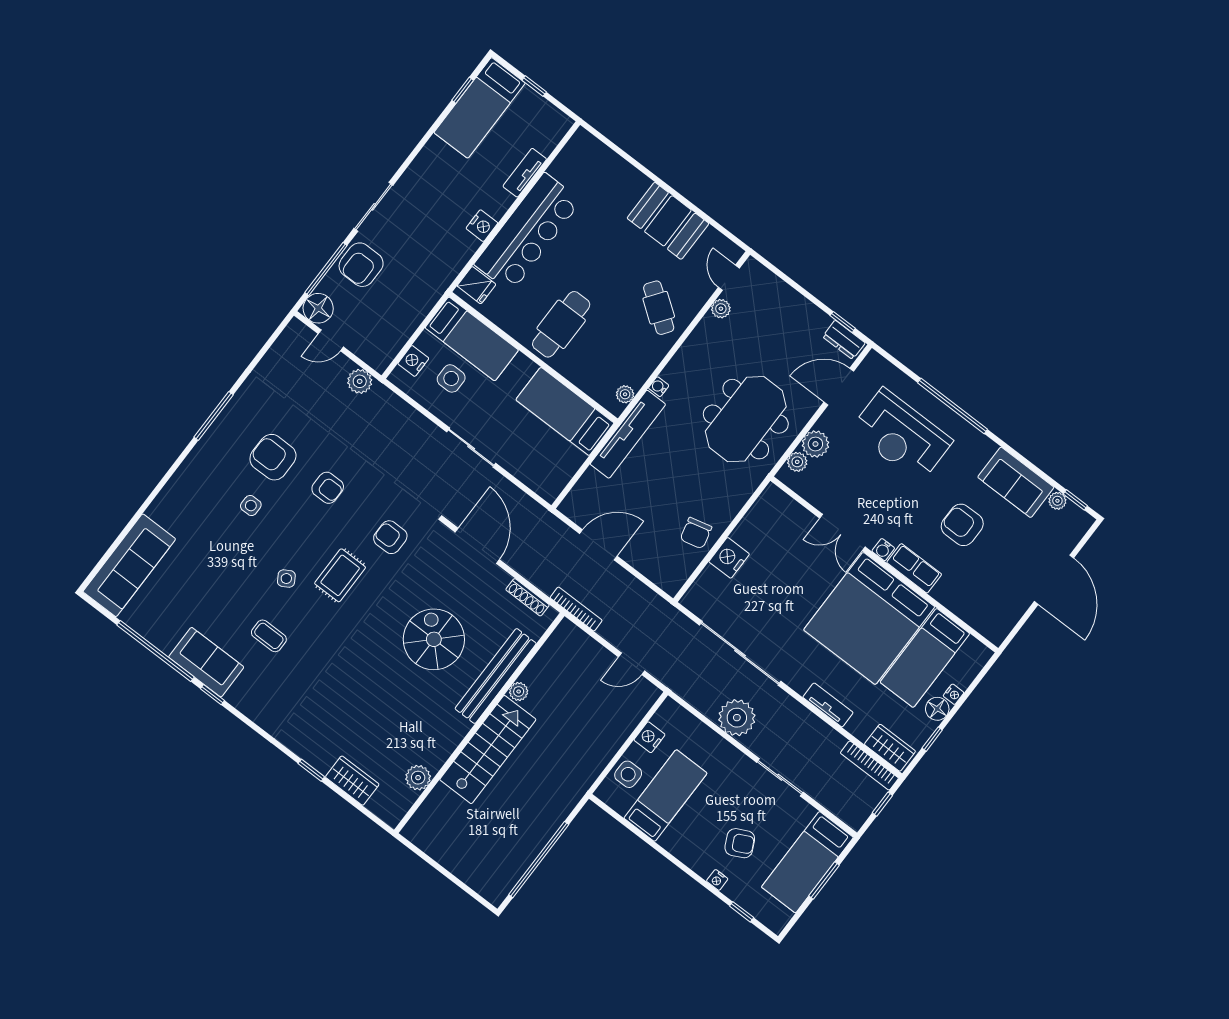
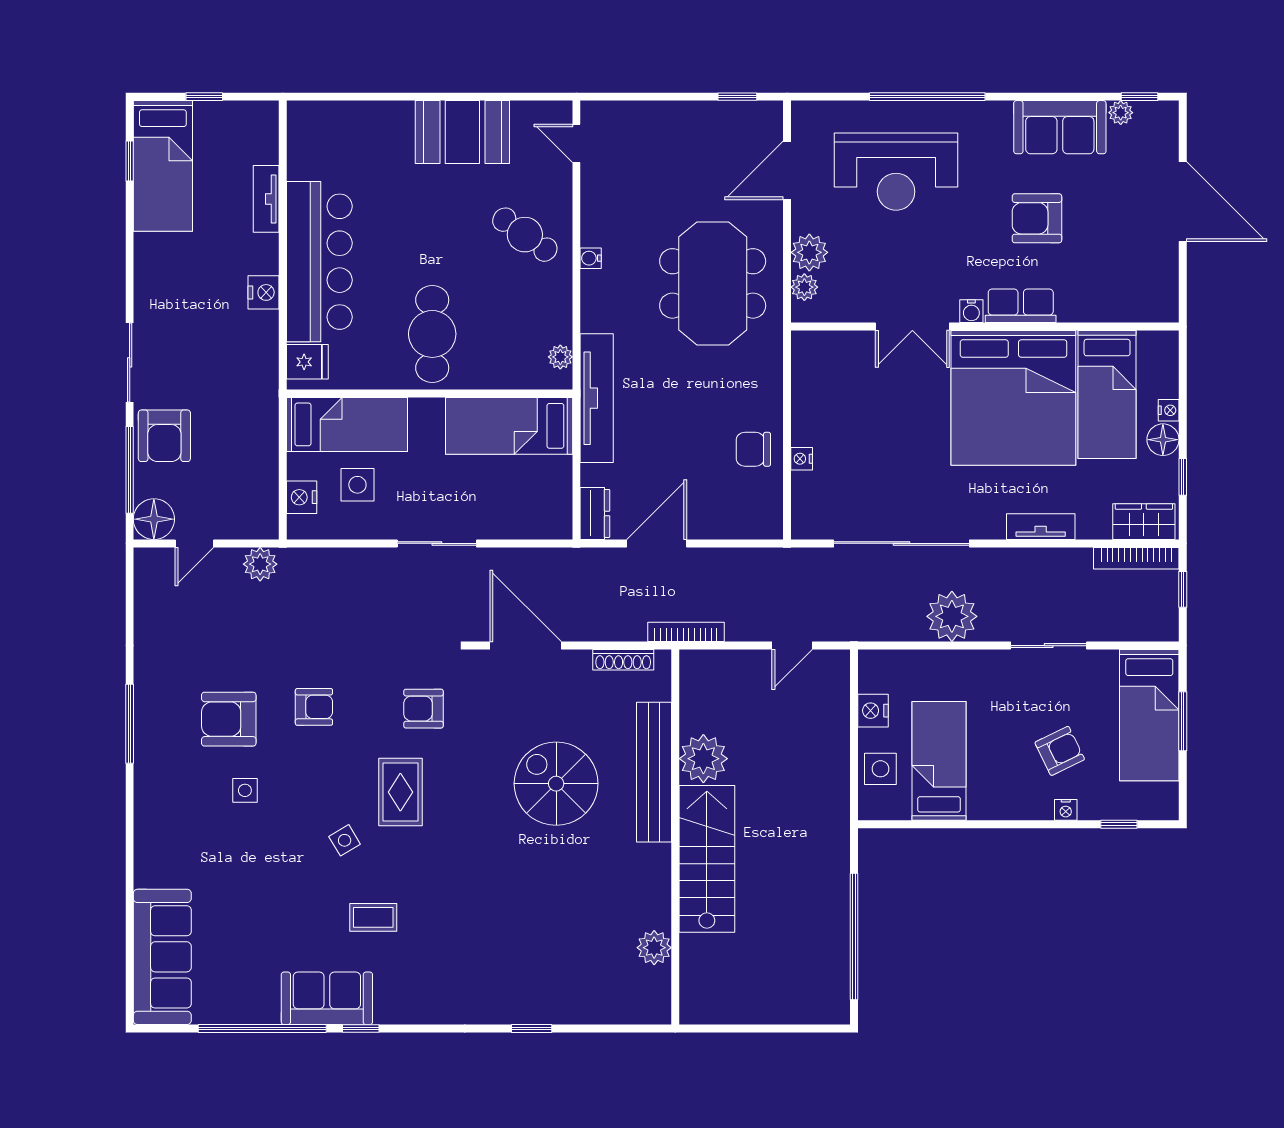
plant: (721, 309) -> (593, 184), removed
dresser: (844, 340) -> (595, 513), moved, turned -90
water cooler: (659, 387) -> (591, 258), moved
chair: (696, 533) -> (753, 449), turned 104
nightstand: (729, 558) -> (802, 459), width x0.53, depth x0.56
plant: (519, 692) -> (703, 759), width x1.87, depth x1.87
wardrobe: (352, 781) -> (585, 1006), removed

